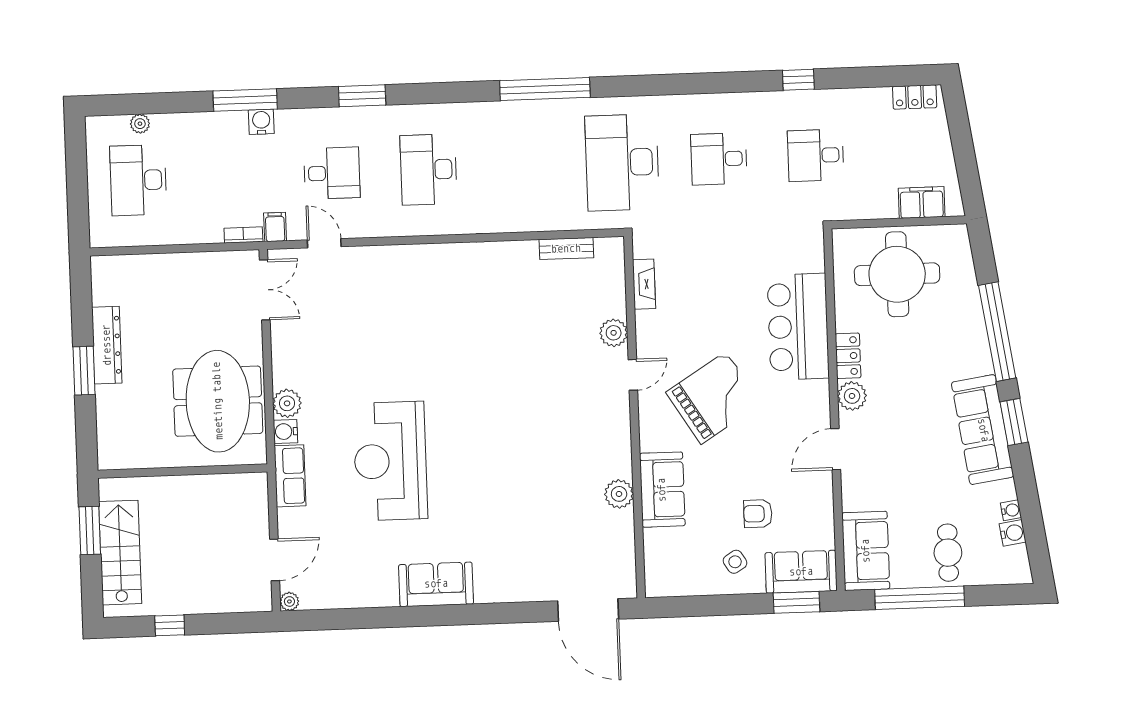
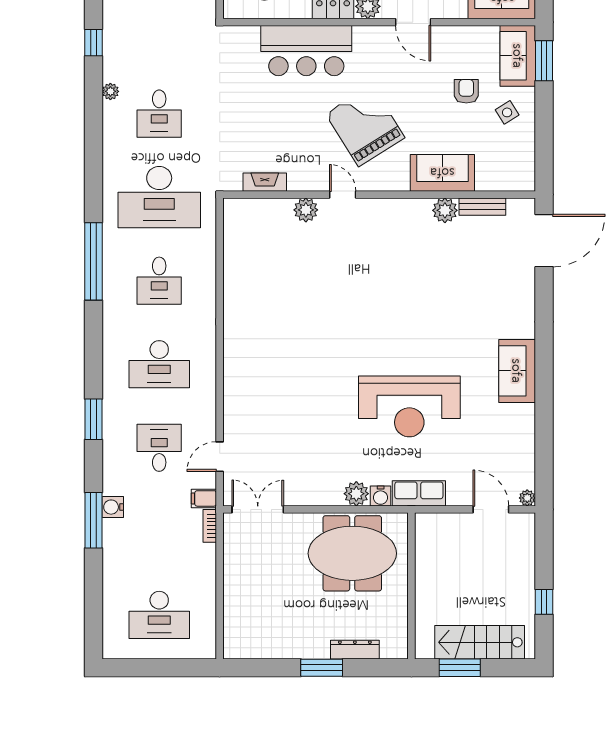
plant: (140, 124) -> (110, 91), moved
desk: (816, 155) -> (159, 281), moved
bench: (566, 249) -> (482, 207), moved, turned 90
dresser: (107, 345) -> (355, 650), moved, width x0.73, depth x0.80
armchair: (758, 514) -> (466, 91), turned 180

